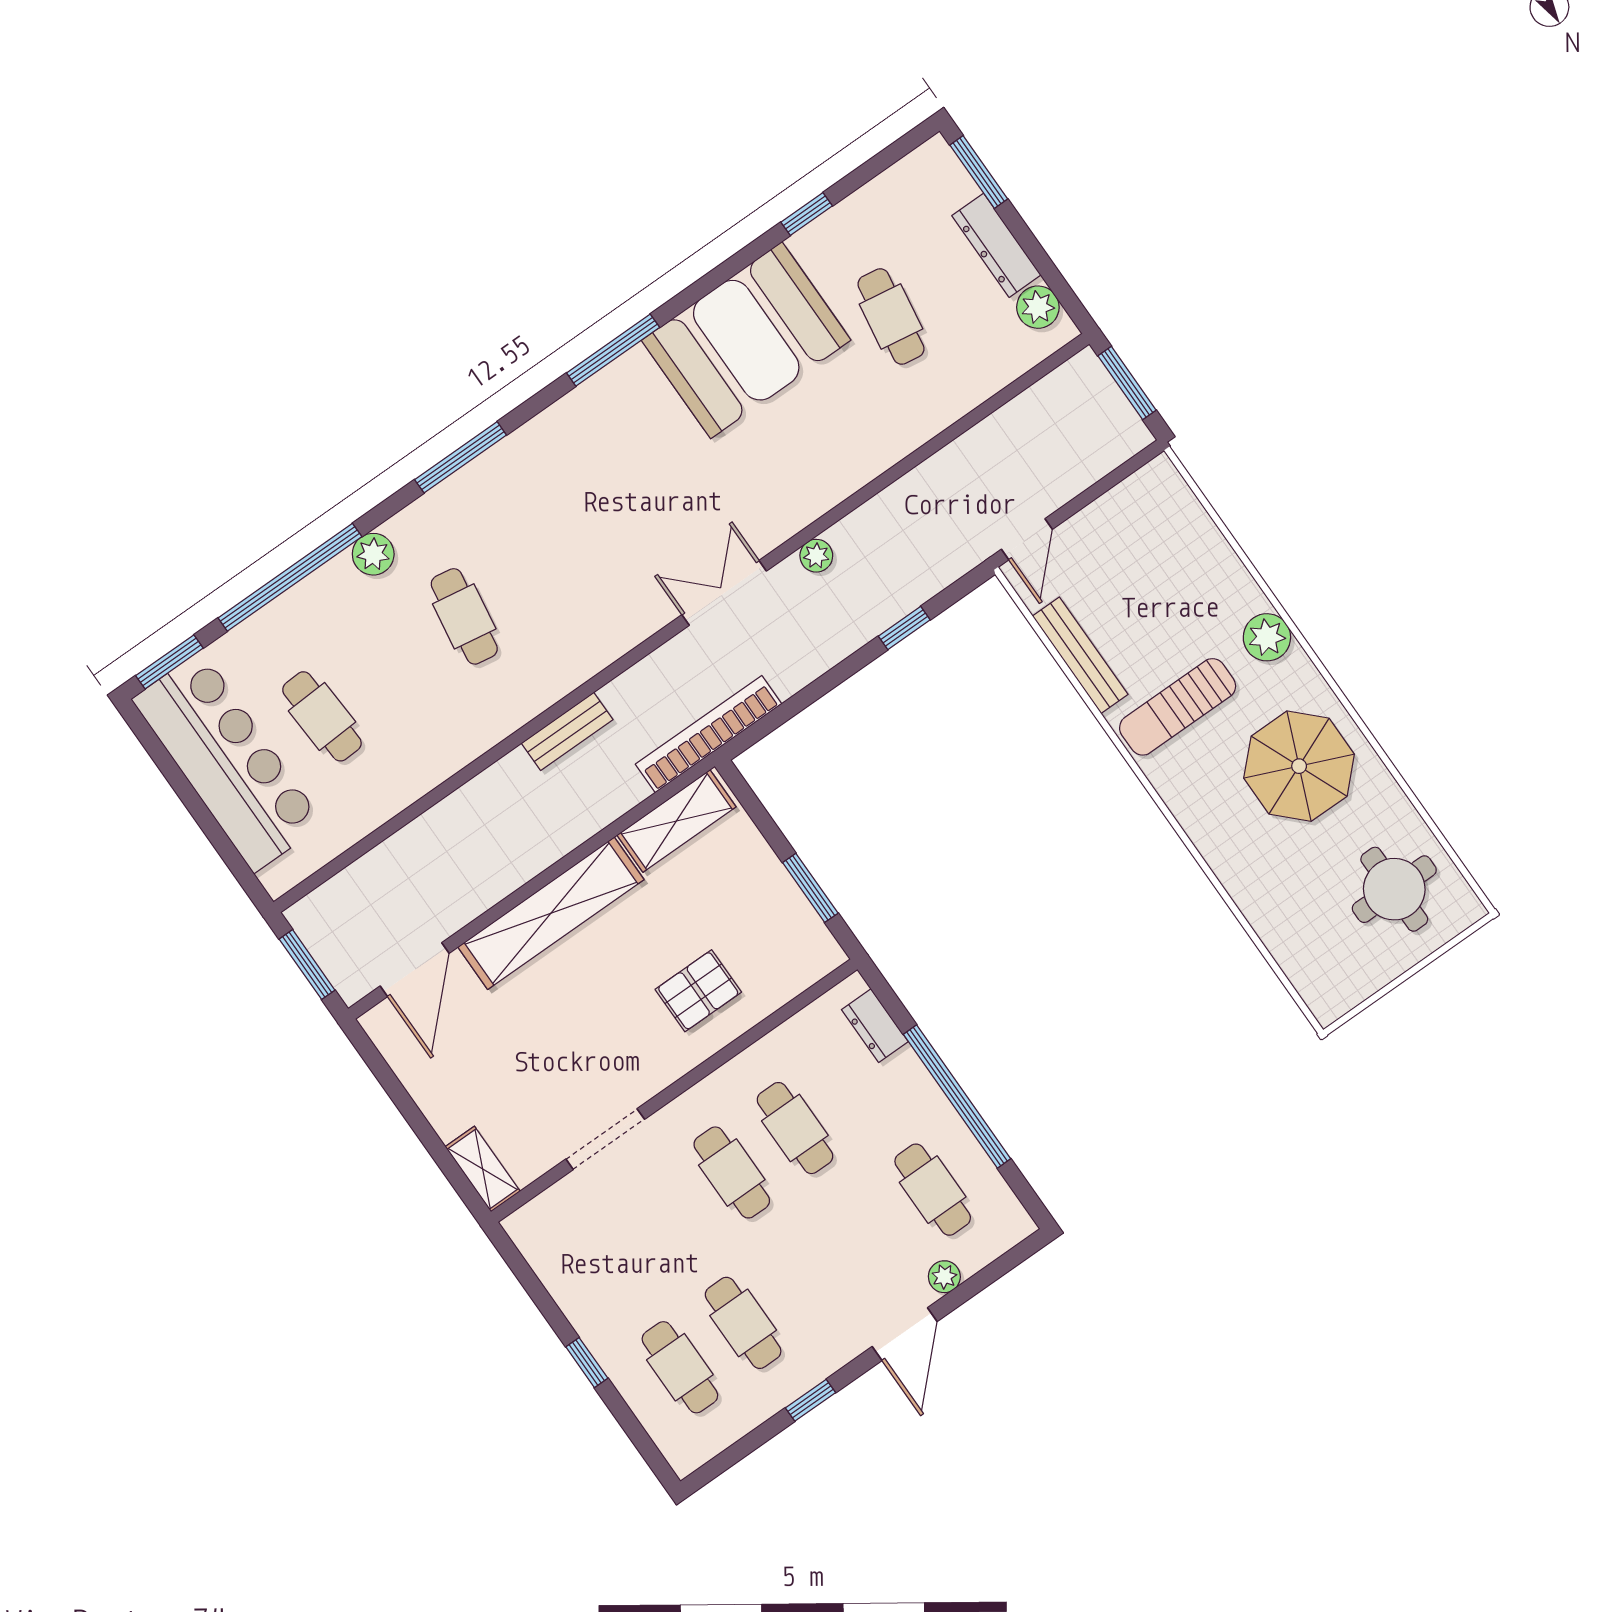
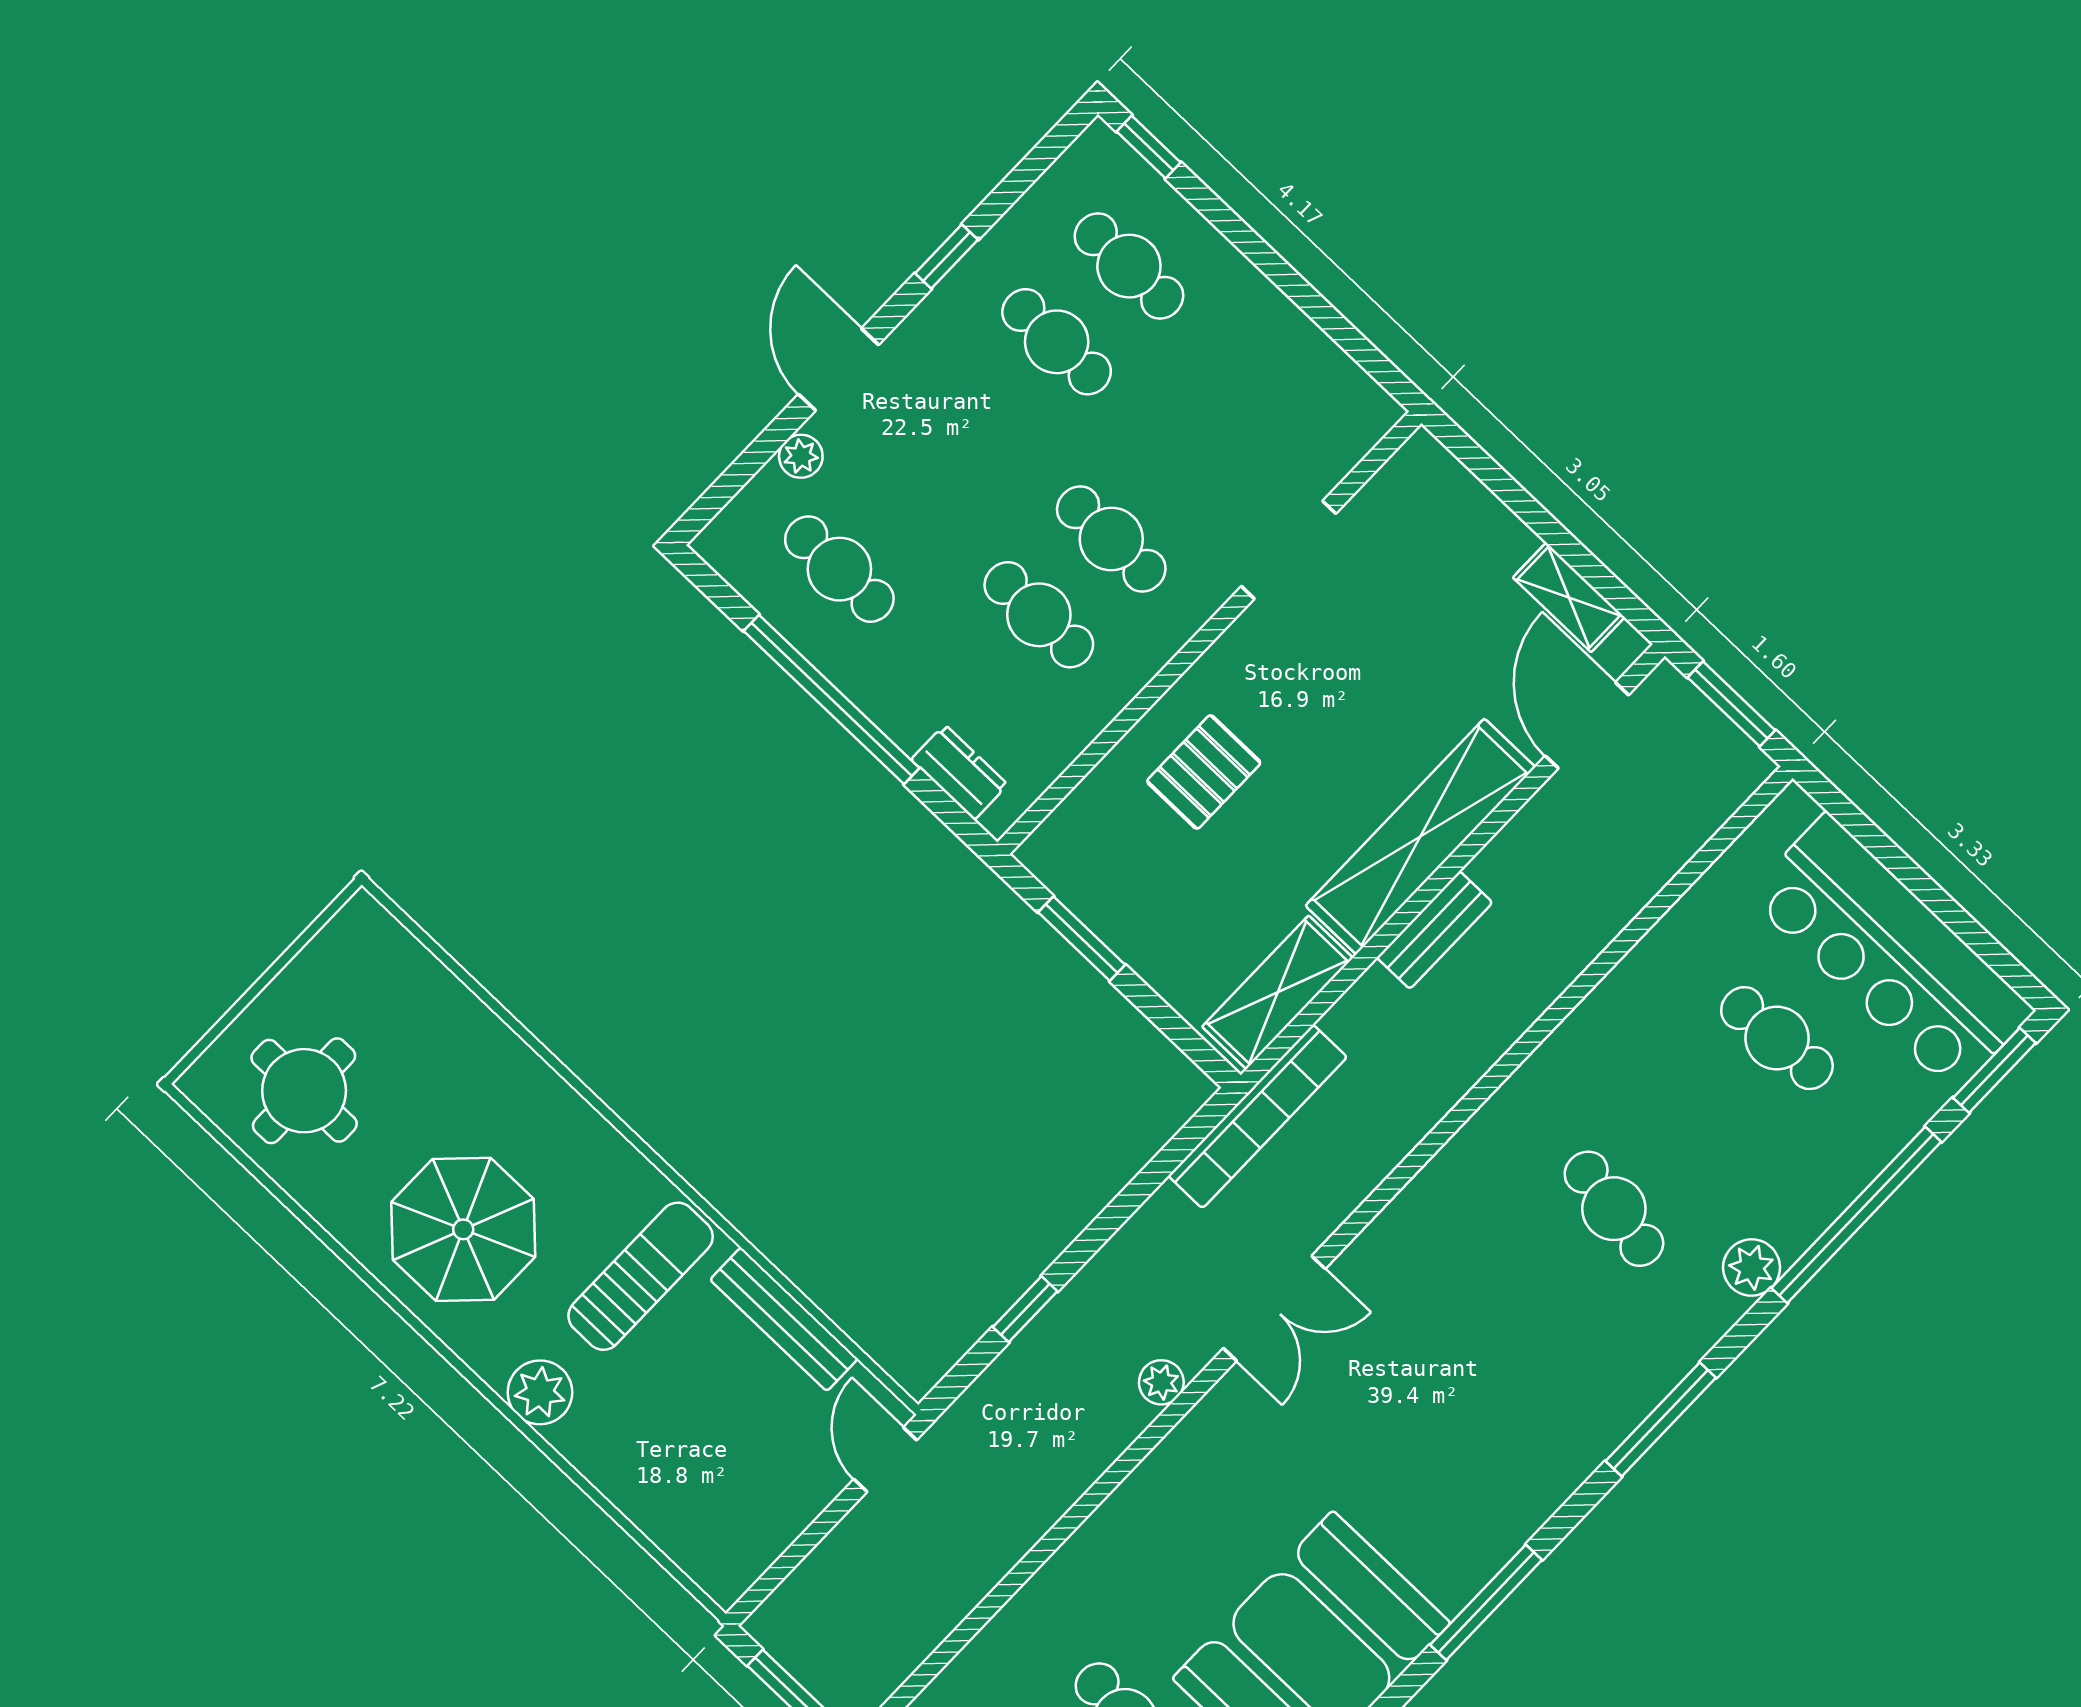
bench: (567, 731) -> (1435, 930), moved
shelving: (483, 1169) -> (1569, 597), moved
window: (587, 1363) -> (1149, 147), moved

